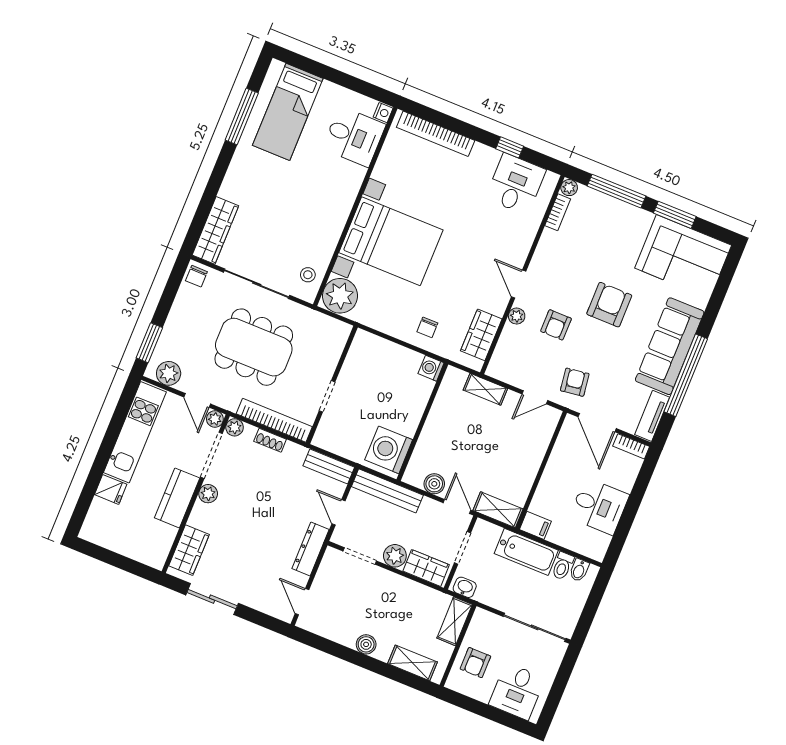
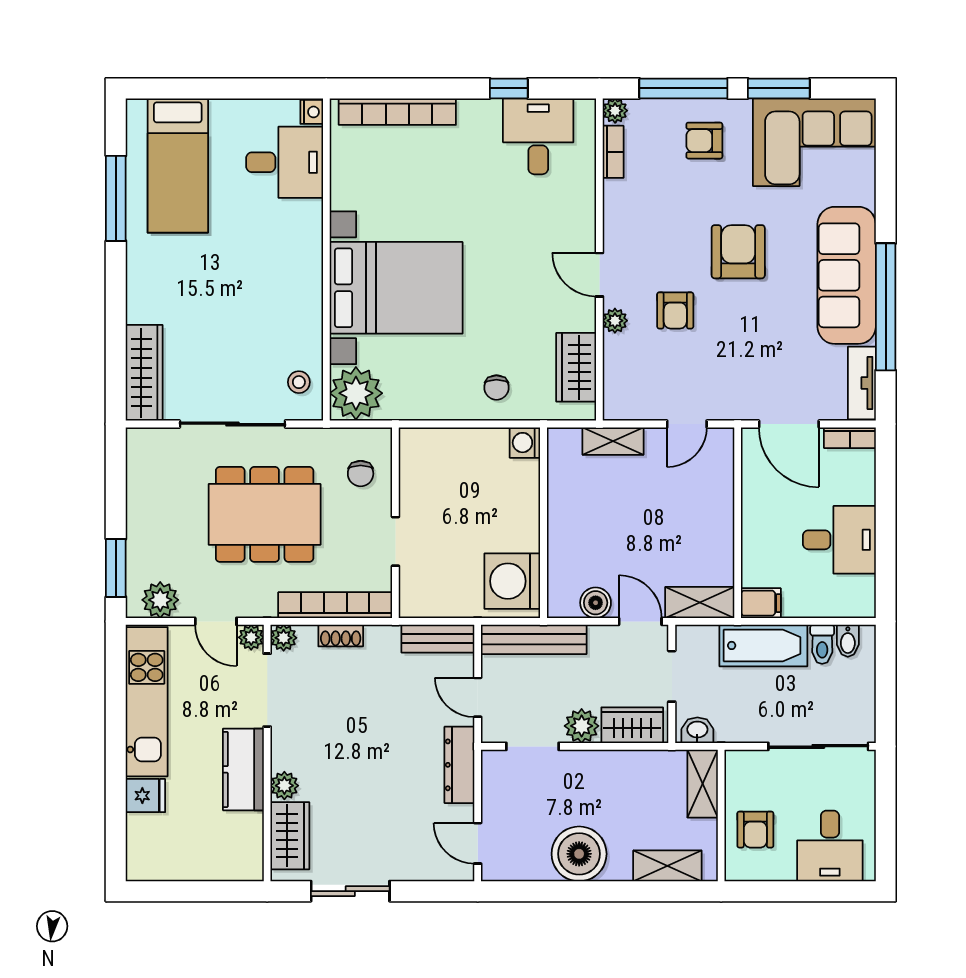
chair: (196, 276) -> (361, 474), moved
armchair: (575, 382) -> (704, 141), moved, turned -82
plant: (208, 494) -> (284, 786), moved
boiler: (366, 644) -> (579, 854), width x1.86, depth x1.86

